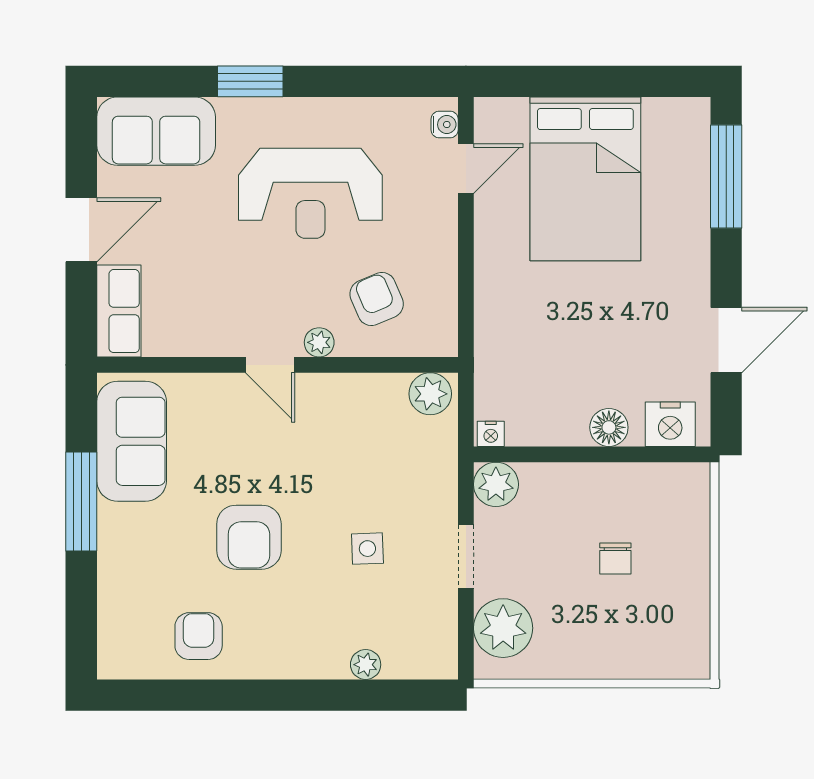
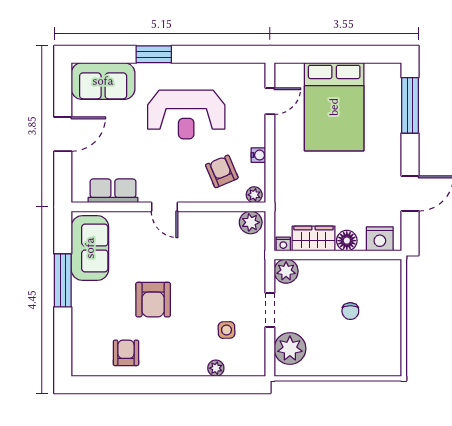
water cooler: (445, 125) -> (258, 155), moved
row of seats: (119, 311) -> (113, 191), moved, turned -90
plant: (319, 342) -> (254, 195), moved
wardrobe: (547, 423) -> (314, 238), added
side table: (367, 549) -> (226, 330), moved

